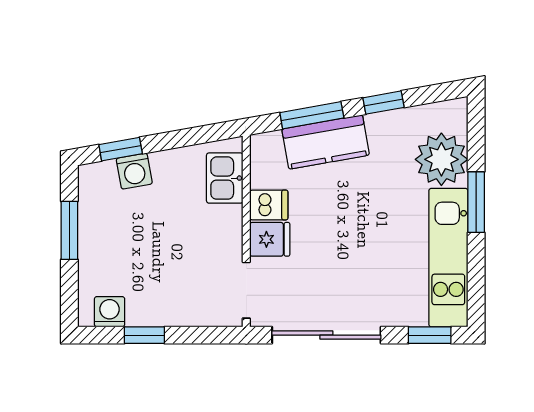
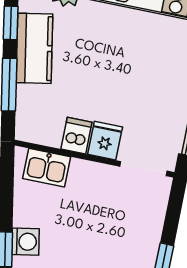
kitchen counter: (326, 142) -> (34, 48), moved

